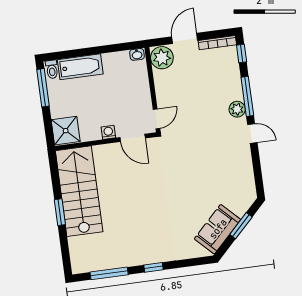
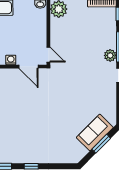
door: (156, 119) -> (48, 55), hinge flipped
sofa: (218, 229) -> (95, 132), moved

